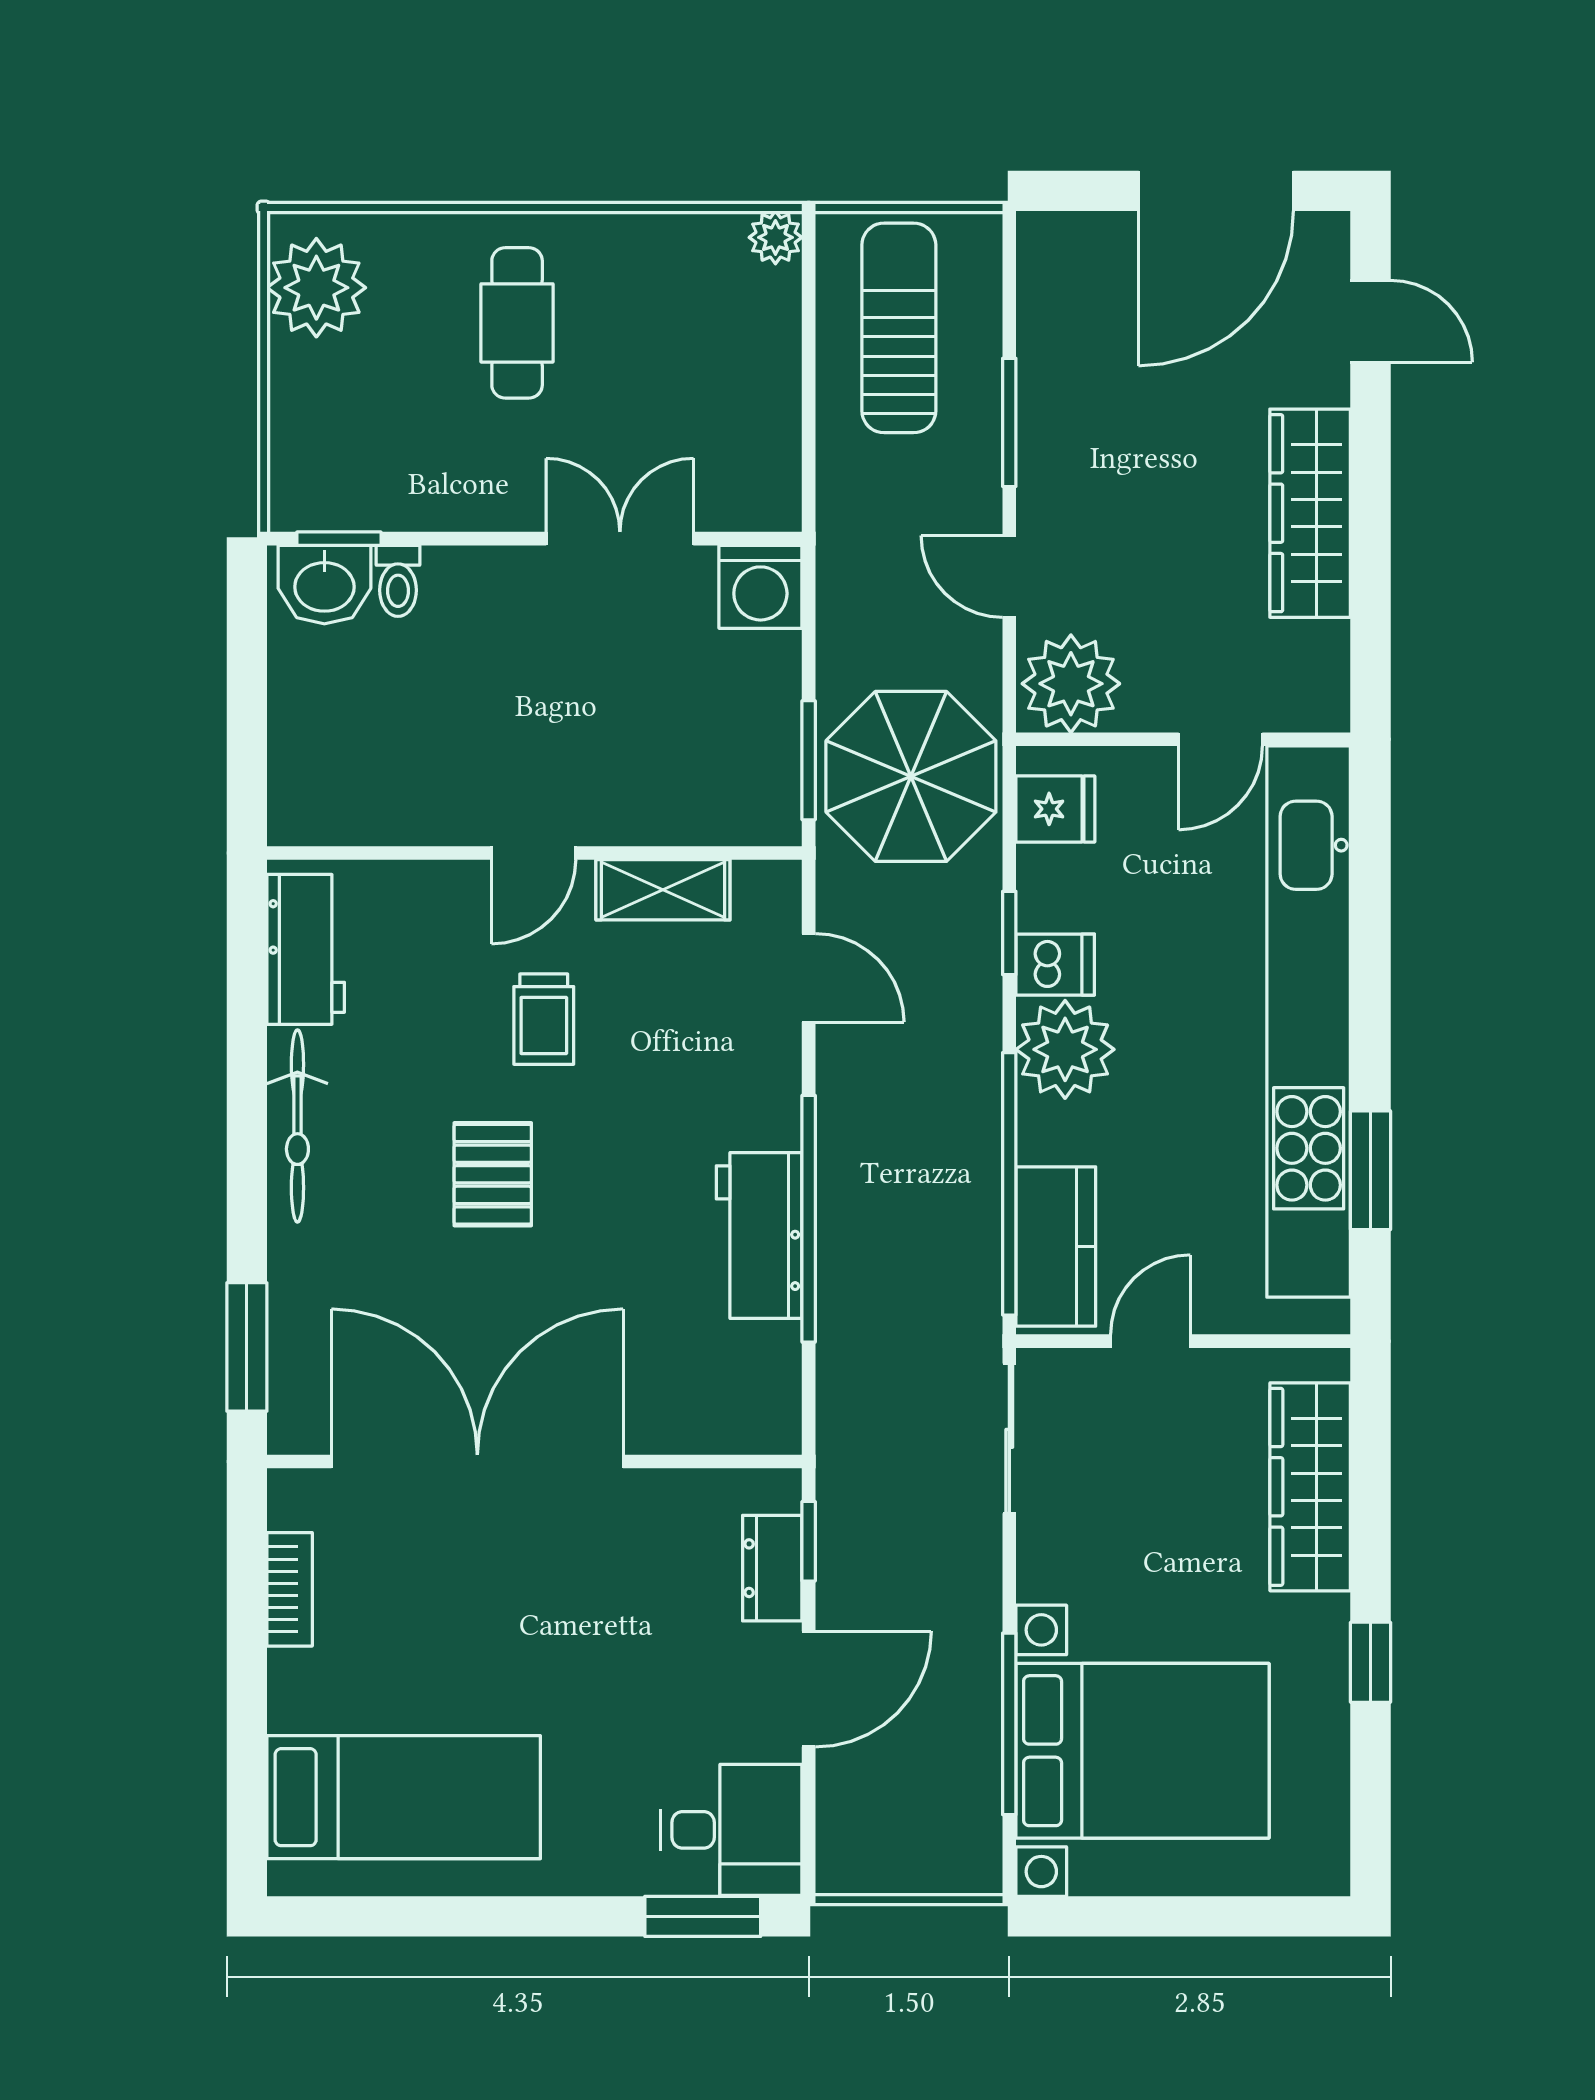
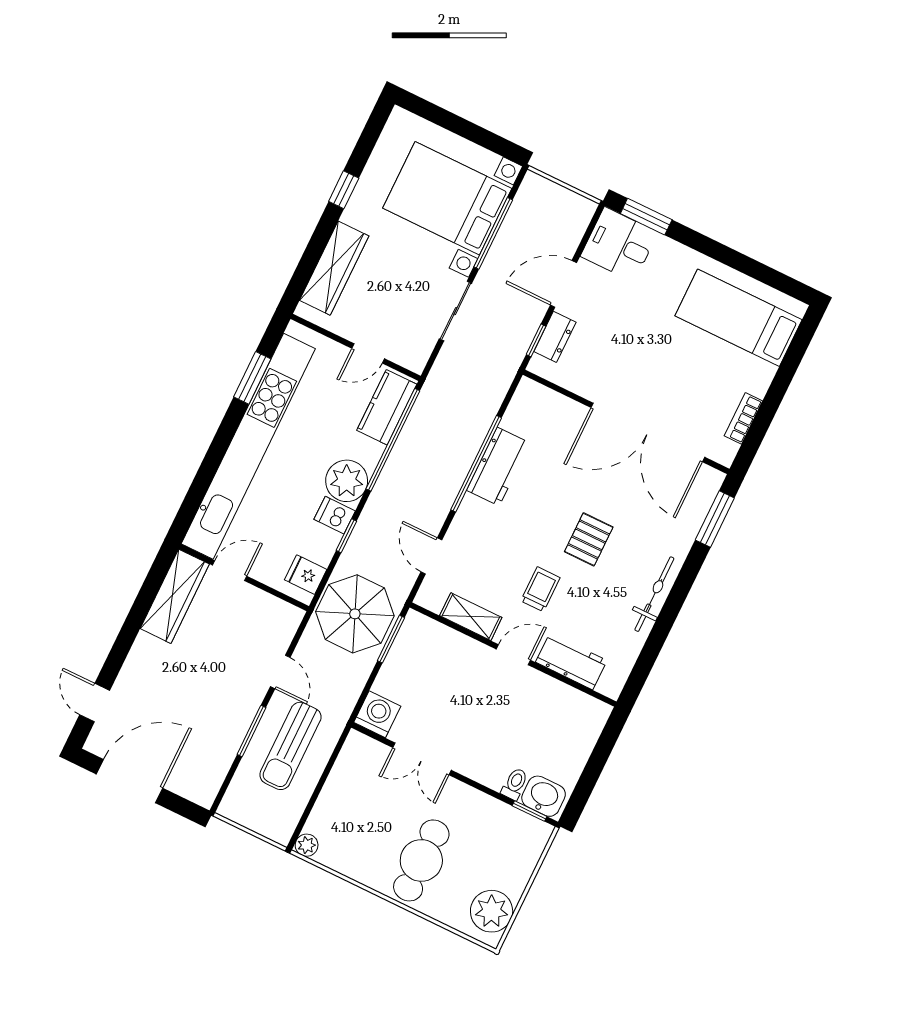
cafe table: (517, 323) -> (421, 860), width x1.37, depth x1.35
sun lounger: (899, 328) -> (290, 746), moved
wardrobe: (1310, 513) -> (175, 596), moved
plant: (1071, 684) -> (276, 620), removed
workbench: (306, 949) -> (571, 661), moved, turned 90
sliding door: (1009, 1438) -> (455, 311), moved

